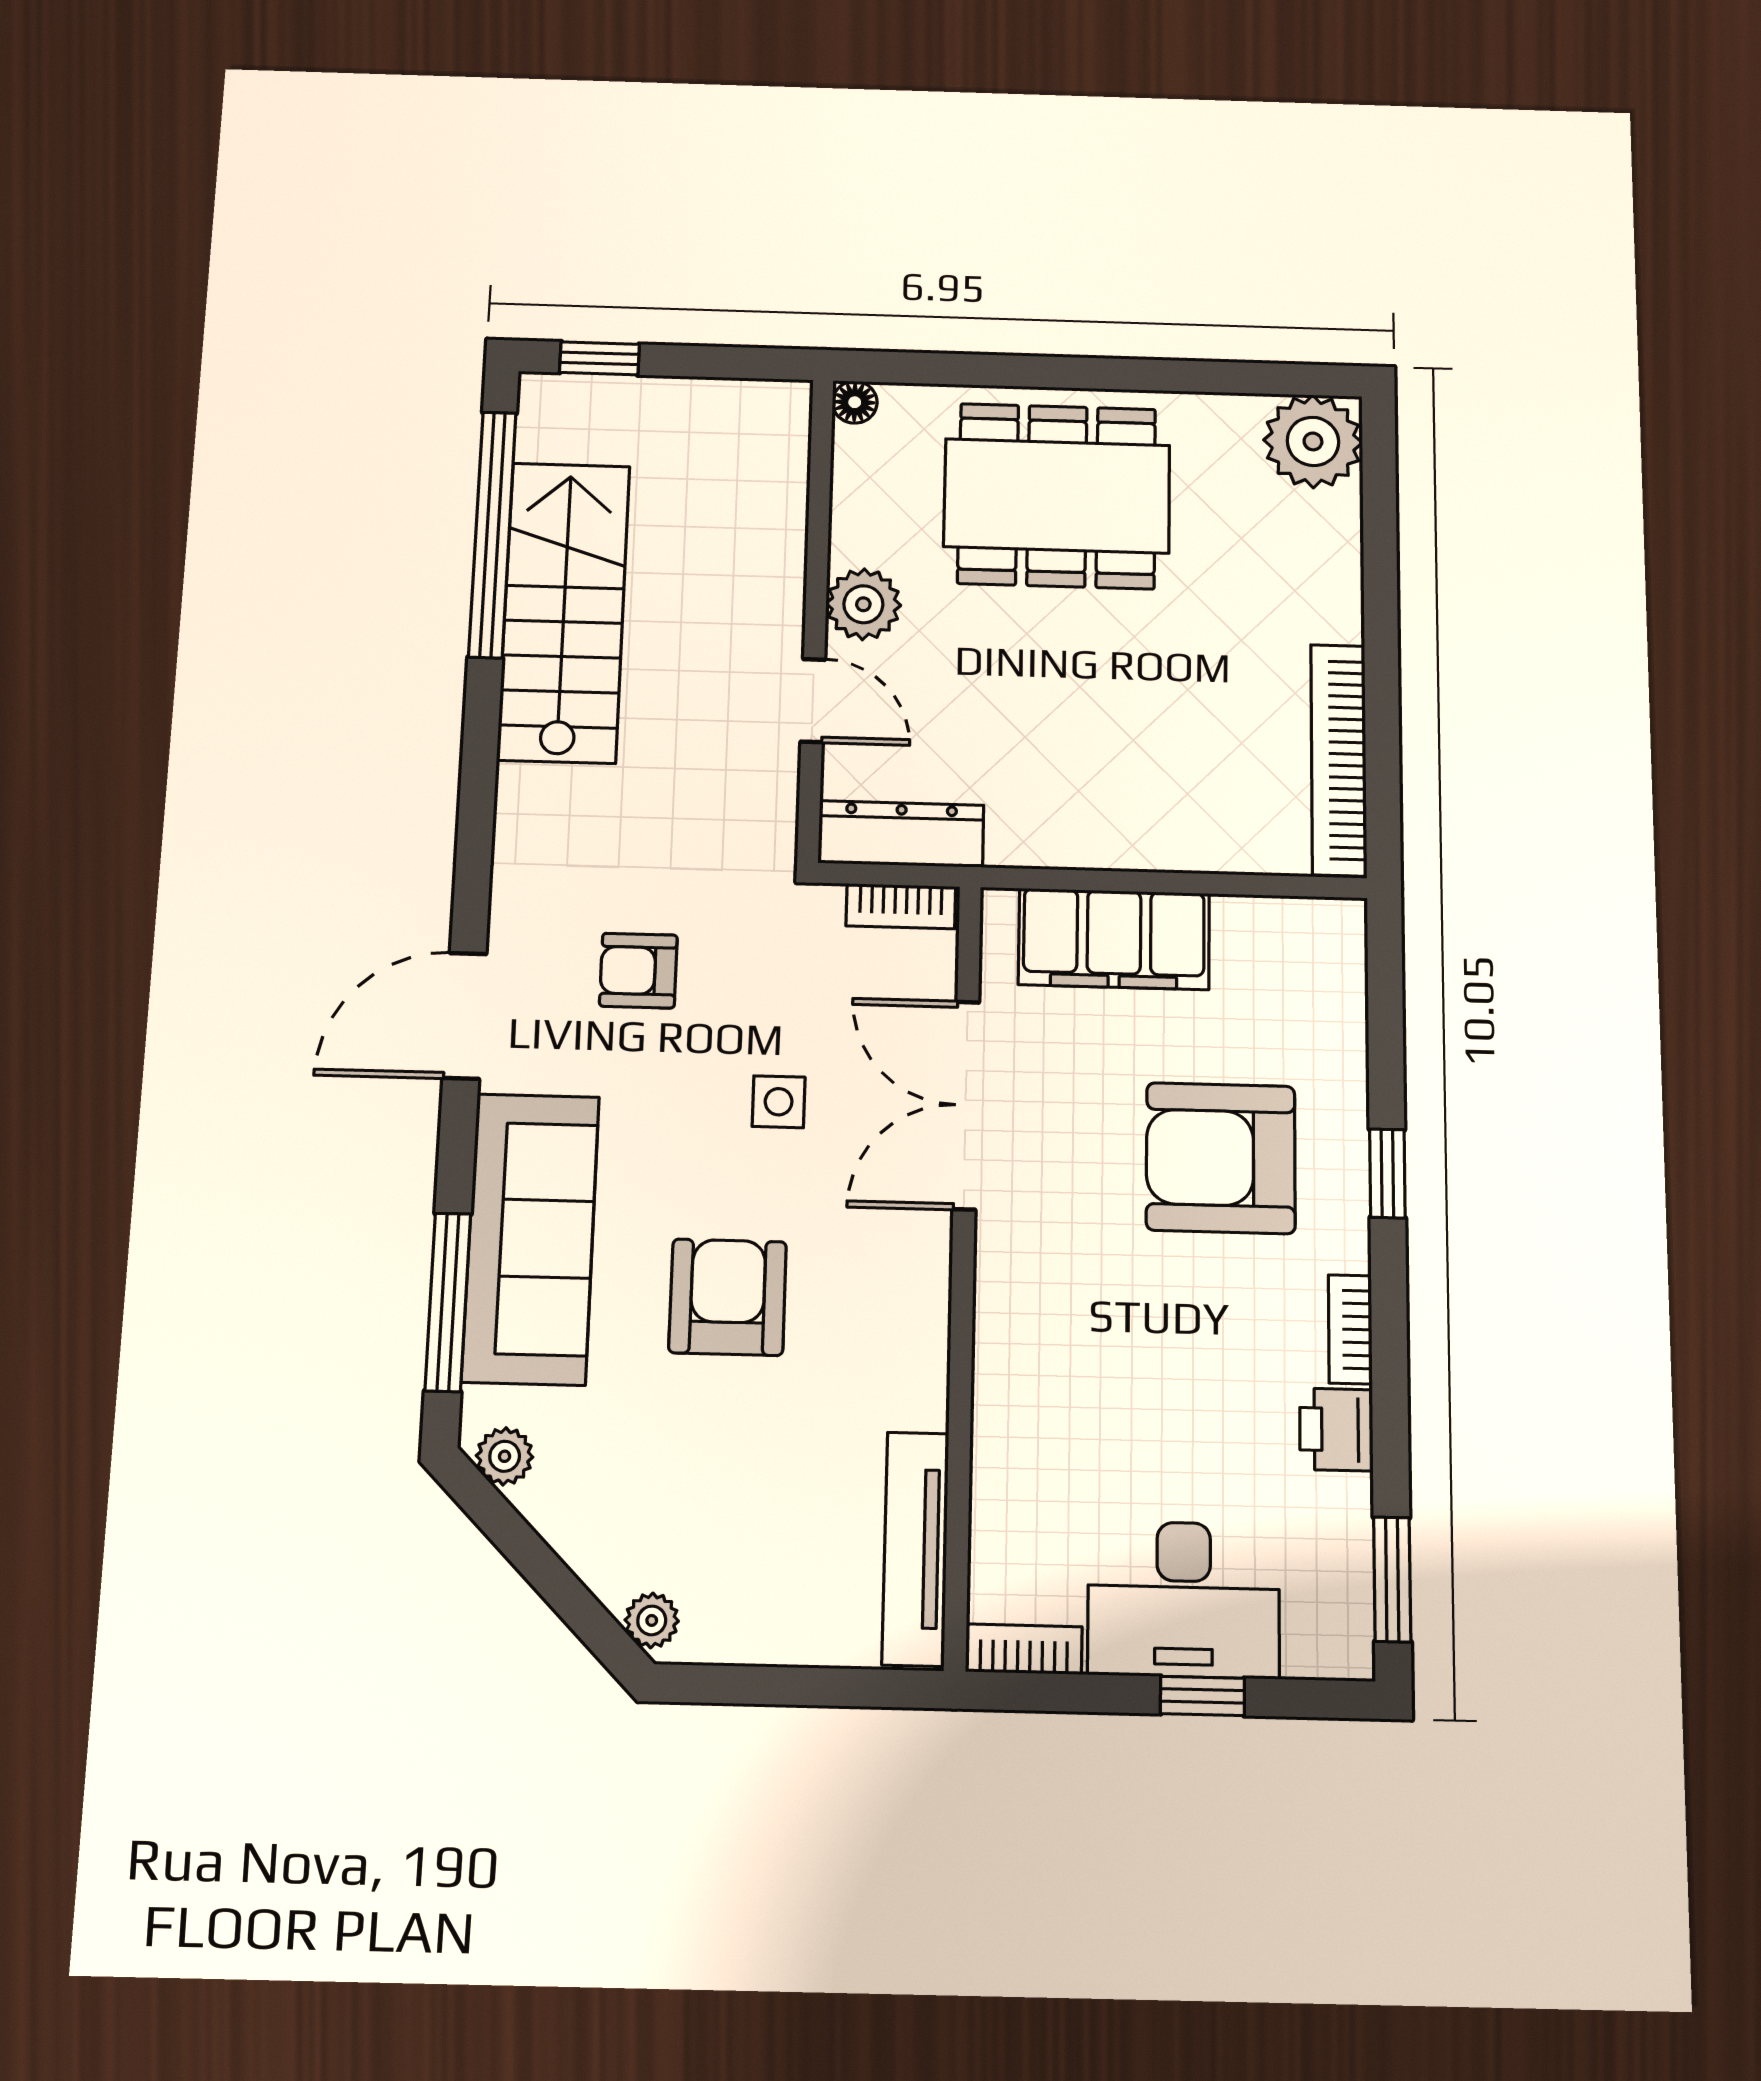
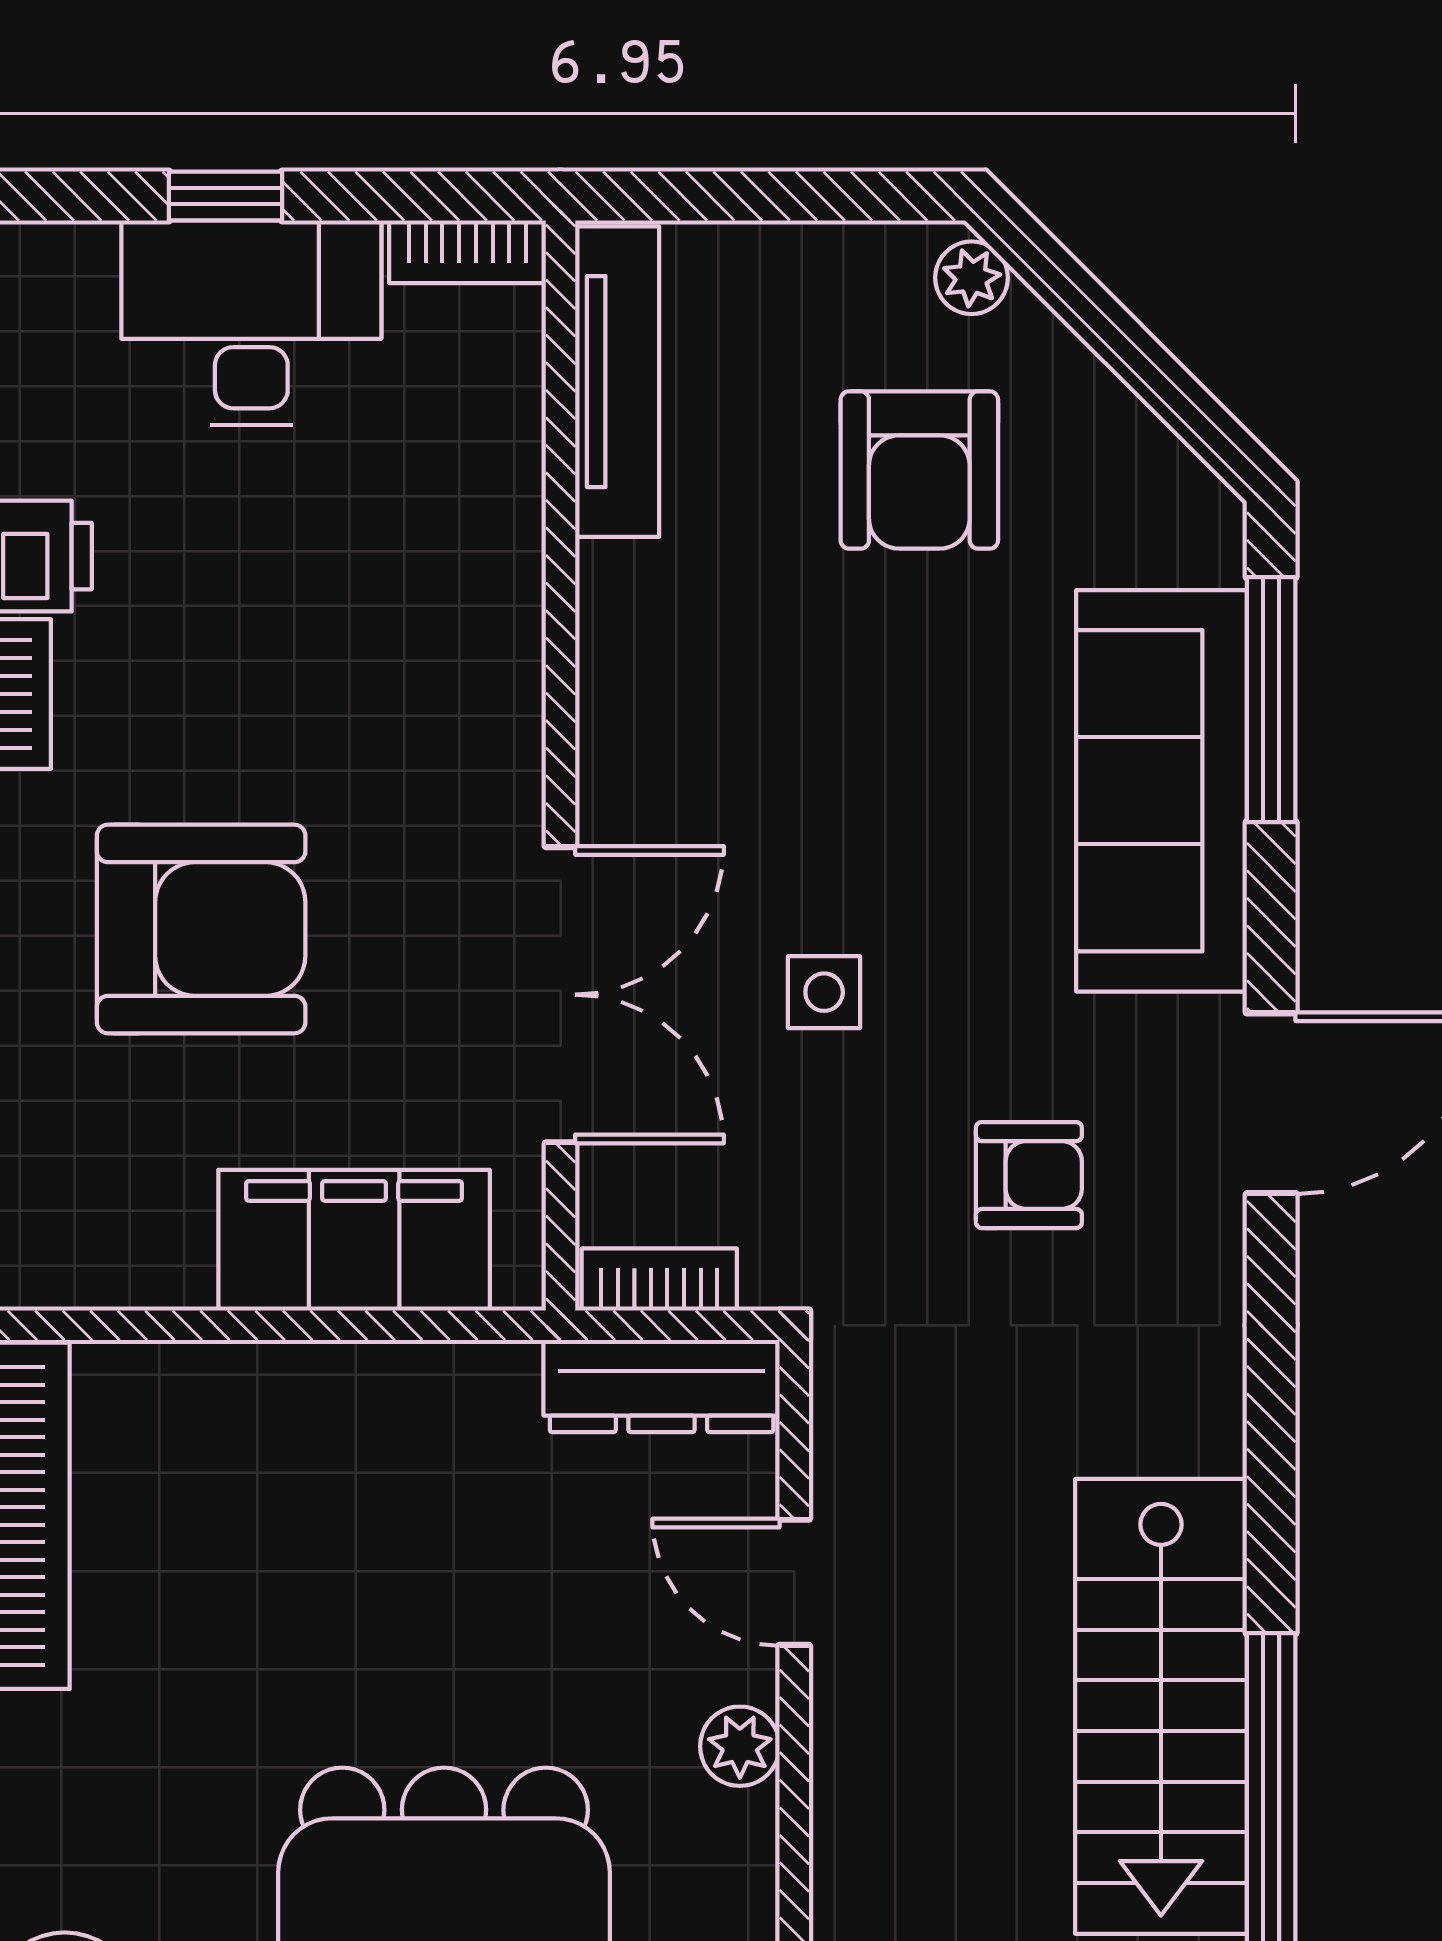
plant: (863, 604) -> (740, 1746), width x0.73, depth x0.73
armchair: (728, 1297) -> (919, 470), moved
plant: (505, 1456) -> (1182, 492), removed

